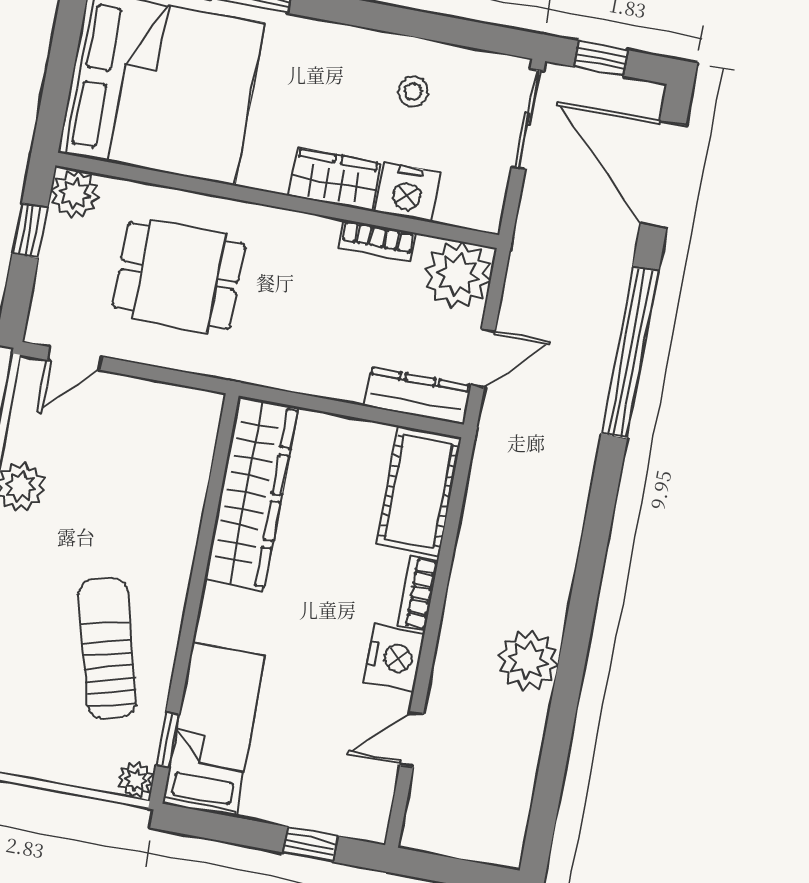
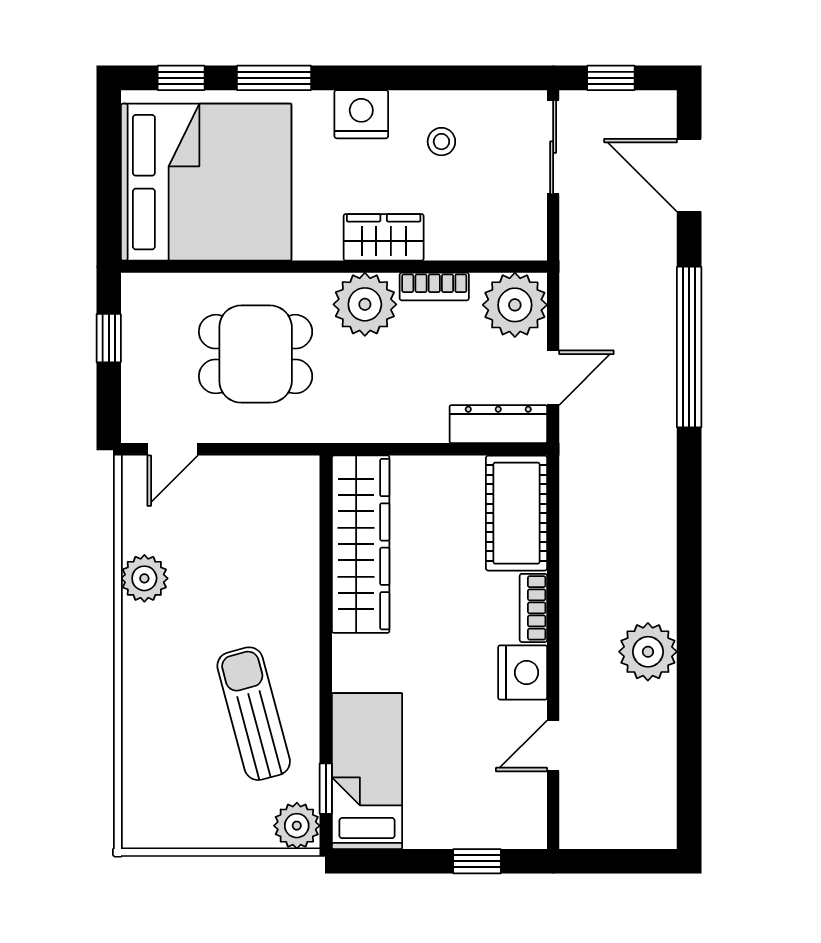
door: (663, 174) -> (689, 175), width x0.73
nightstand: (407, 192) -> (361, 114), moved, turned 180
plant: (75, 194) -> (365, 304), moved, width x1.36, depth x1.36
plant: (136, 780) -> (297, 826), width x1.38, depth x1.38

